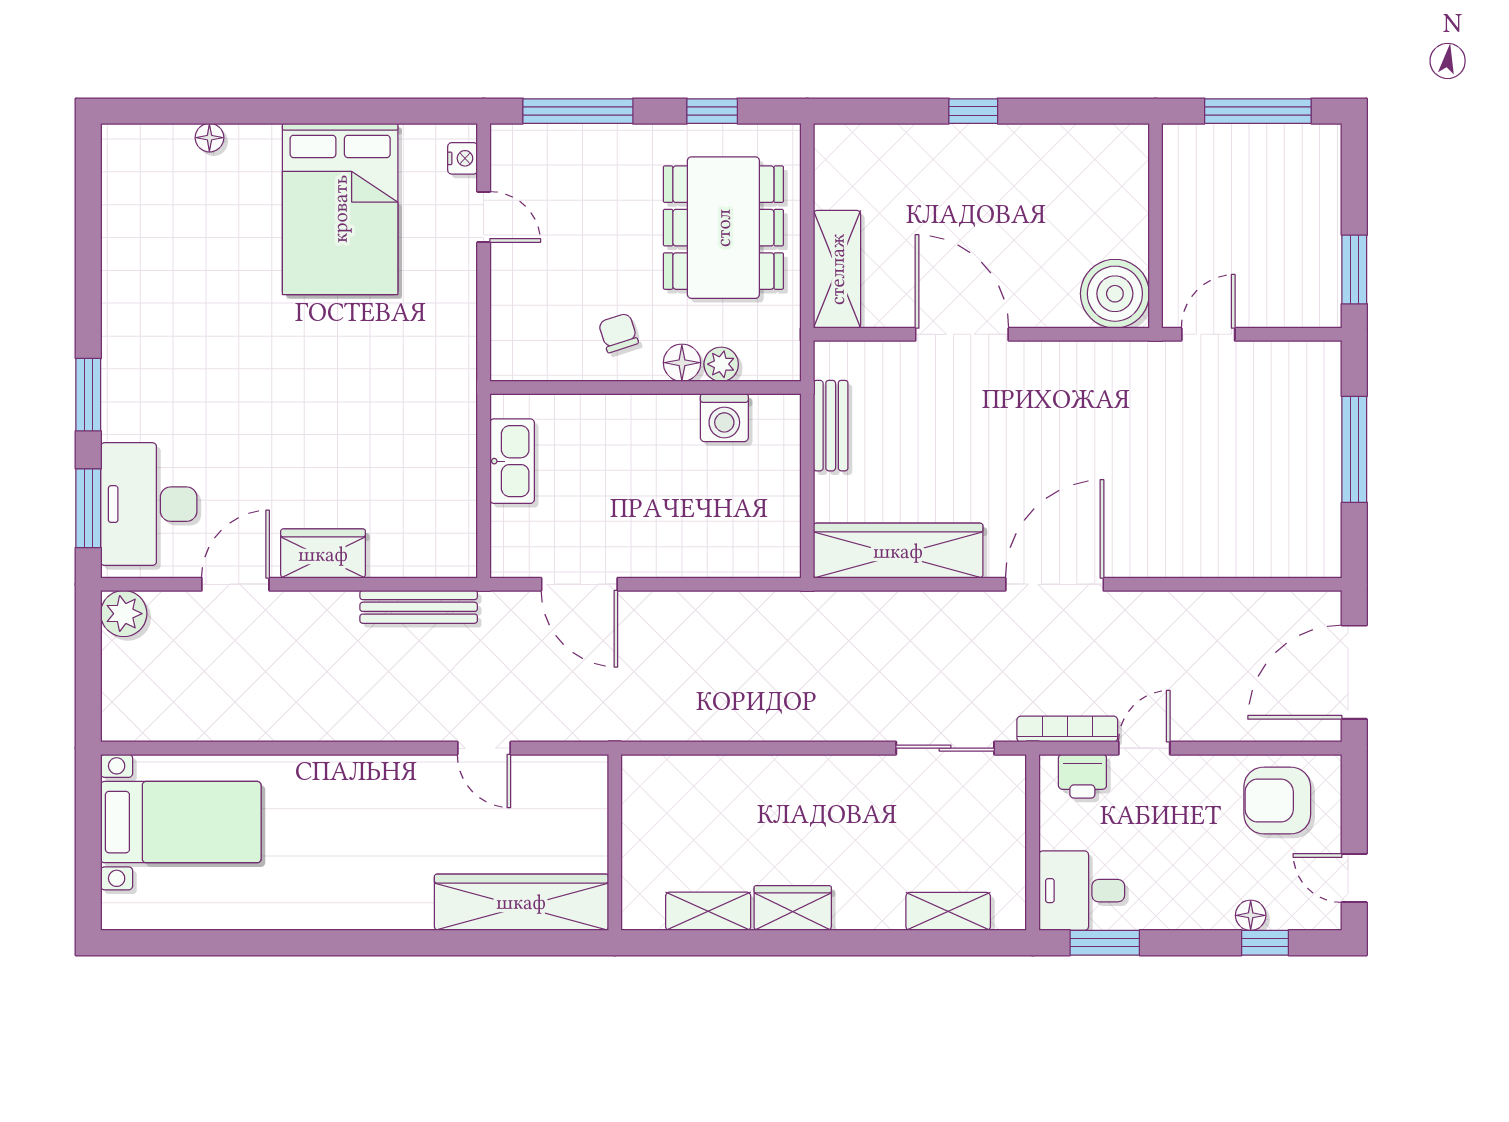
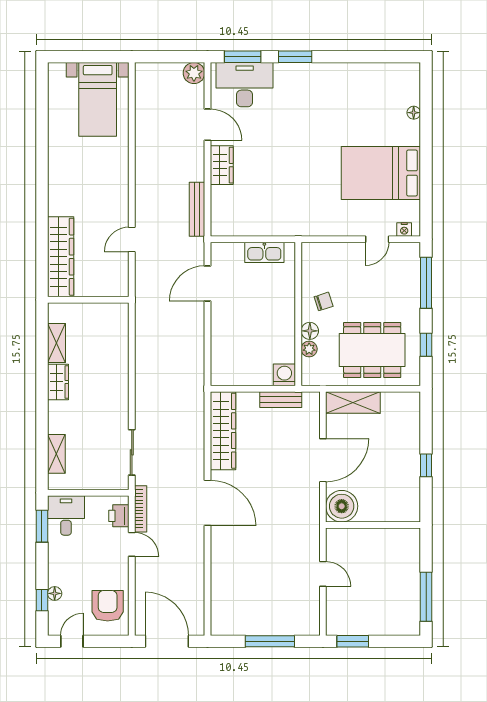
wall: (1156, 226) -> (373, 525), moved
boiler: (1115, 294) -> (342, 506), moved
washing machine: (724, 418) -> (284, 375), moved, turned 90

